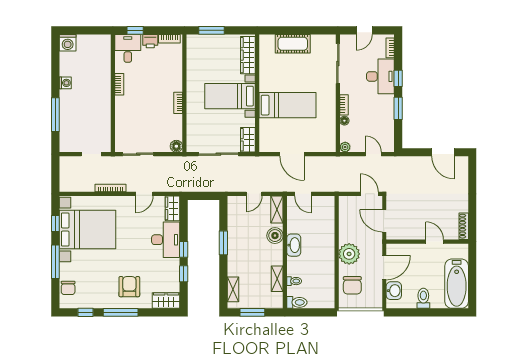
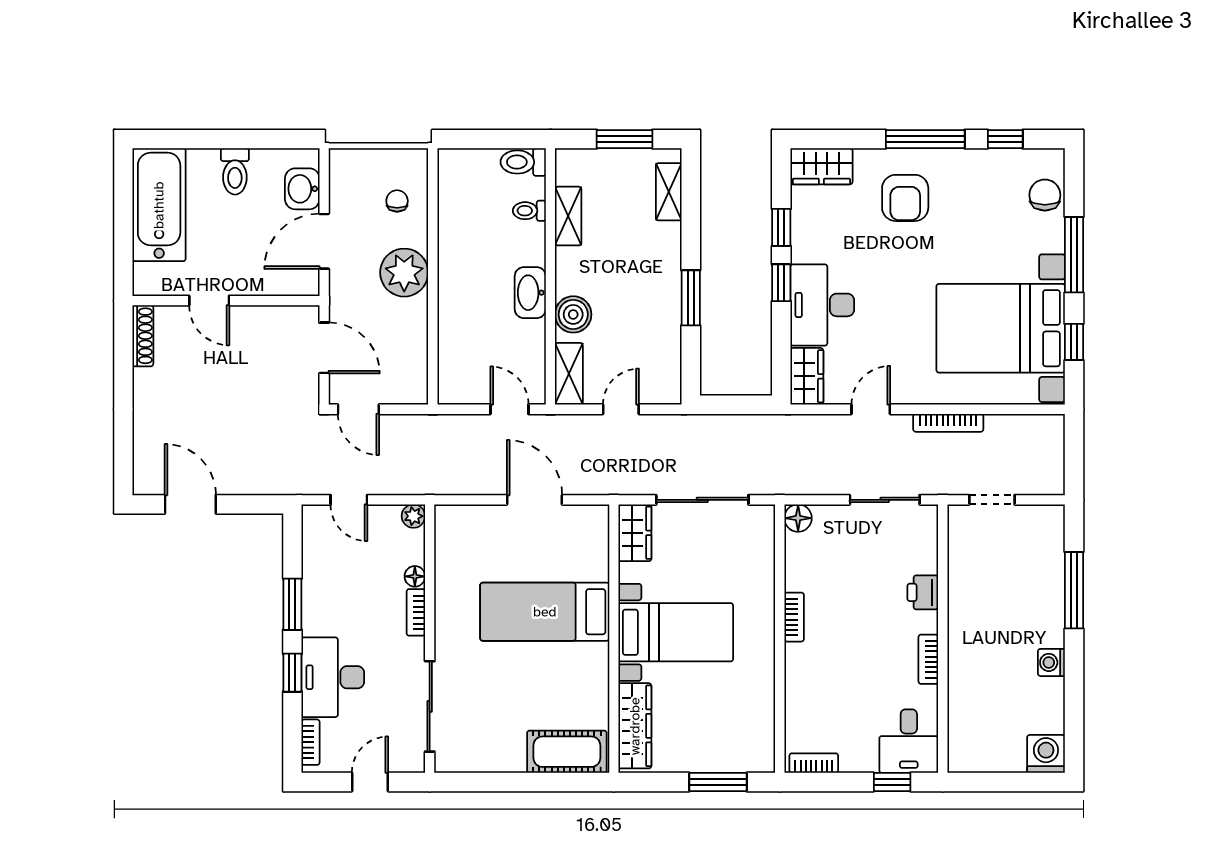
printer: (150, 41) -> (923, 592), moved, turned -90
cot: (293, 44) -> (567, 752), moved
chair: (352, 285) -> (397, 201), width x0.54, depth x0.54

